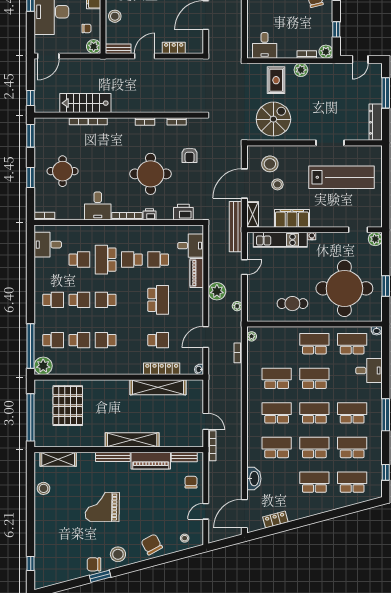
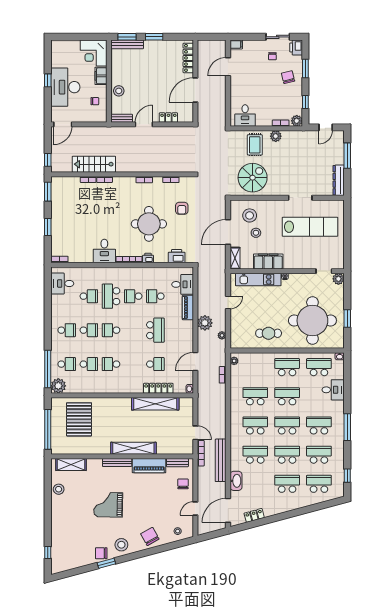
plant: (94, 46) -> (101, 116), removed
round table: (63, 171) -> (75, 222), removed
bench: (236, 227) -> (221, 460), moved

